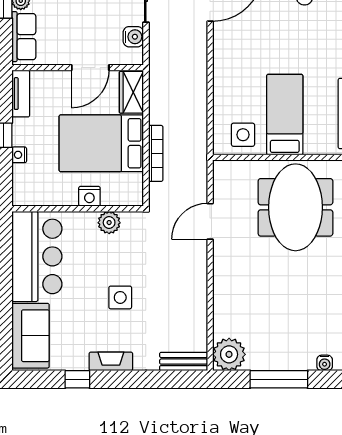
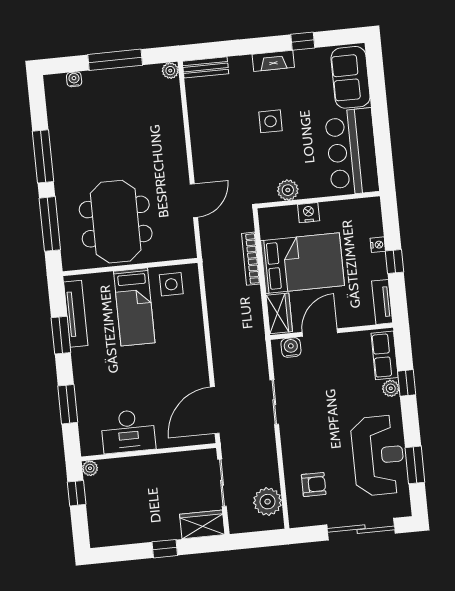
water cooler: (133, 37) -> (291, 347), moved, turned 90
plant: (229, 354) -> (170, 71), width x0.53, depth x0.53

